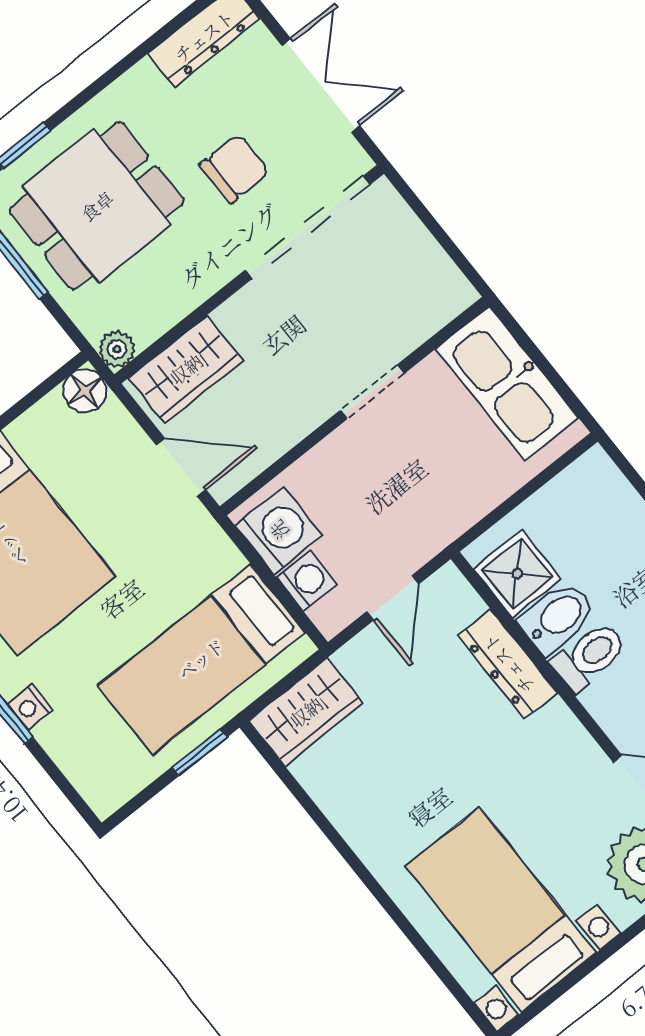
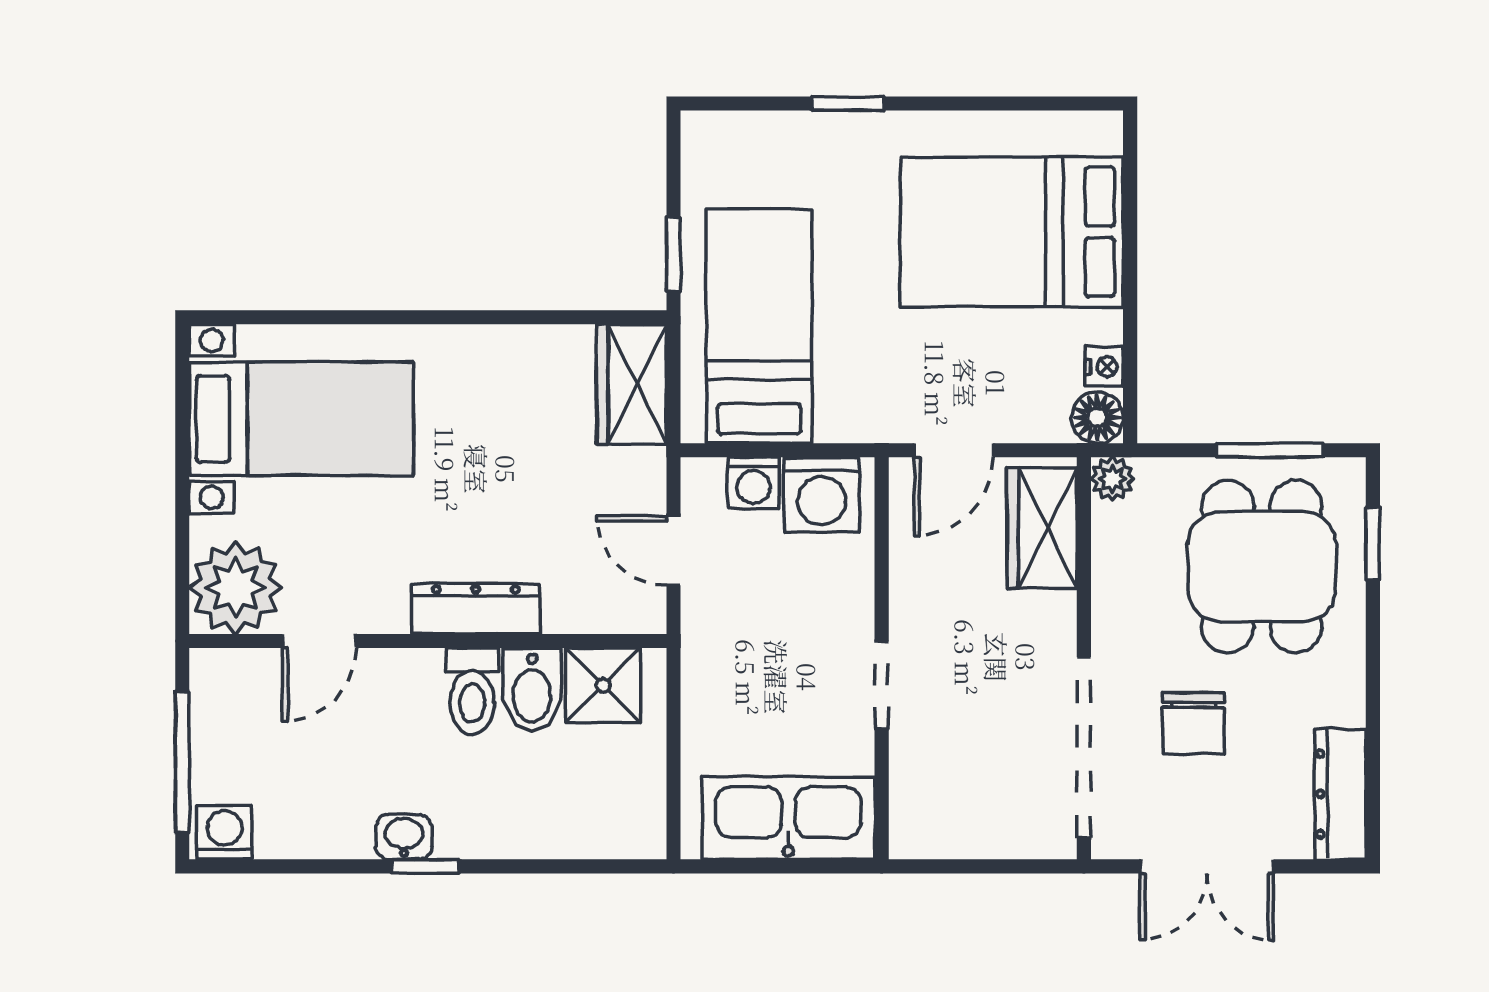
dresser: (508, 664) -> (476, 609), moved
nightstand: (30, 707) -> (1104, 367), moved, turned 90

